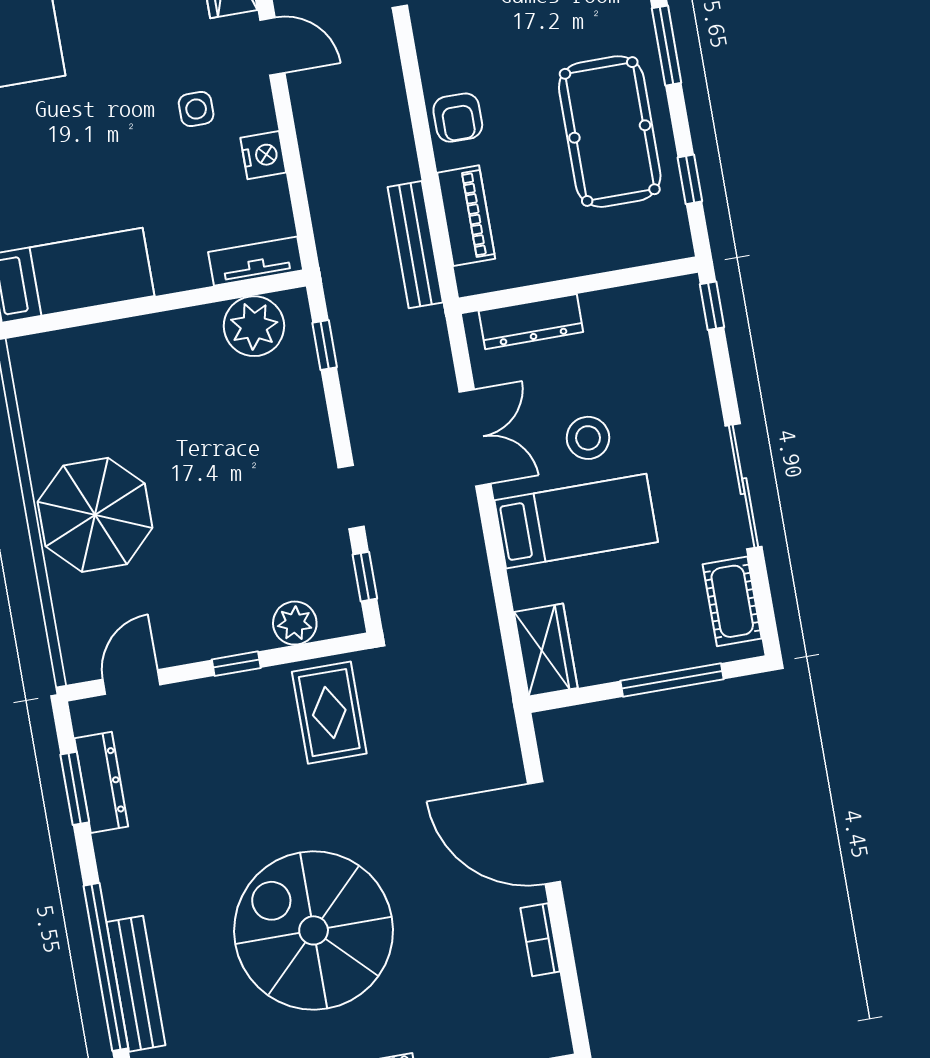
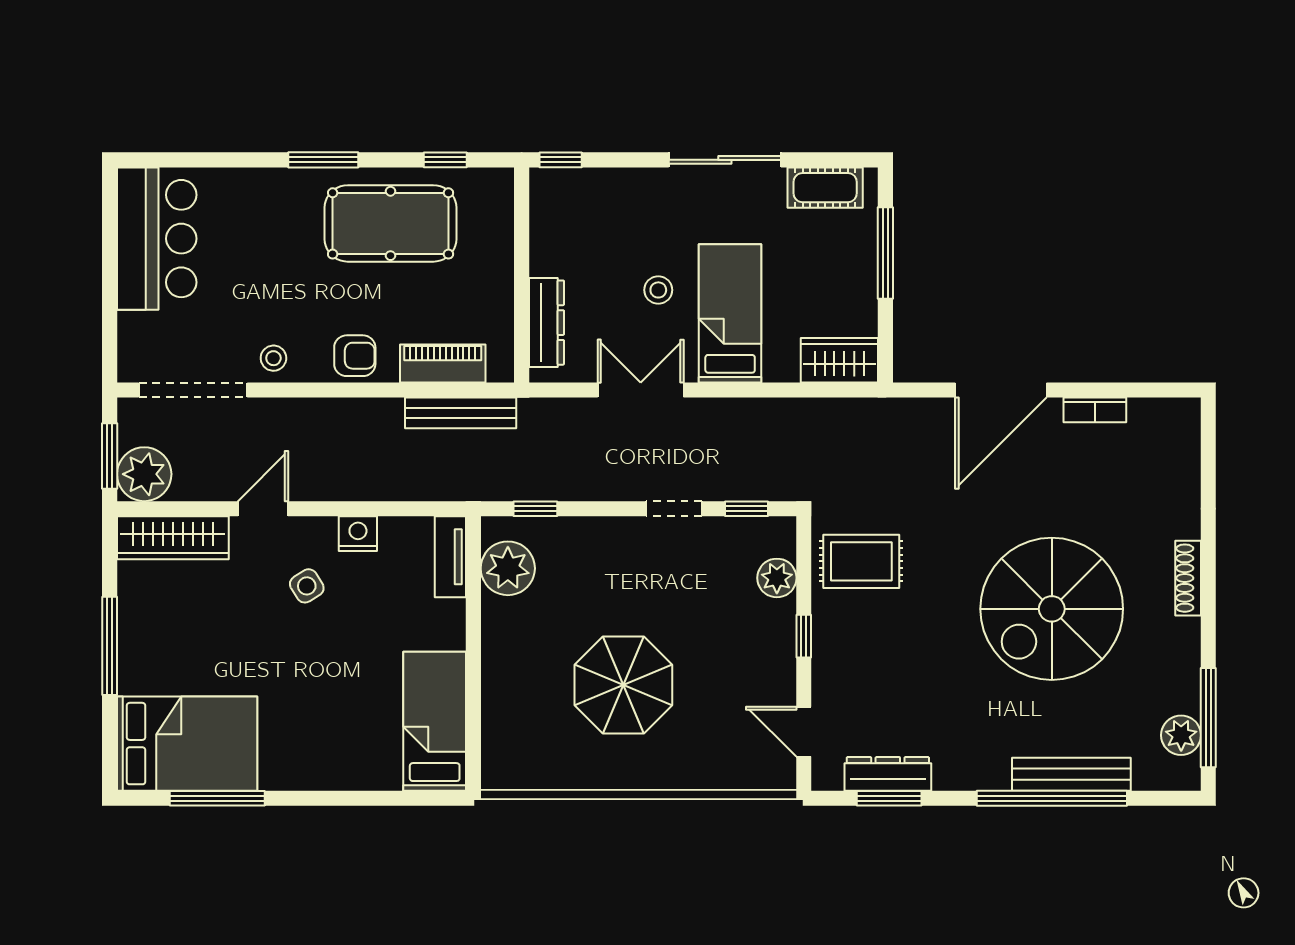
stool: (440, 29) -> (273, 358), added
side table: (196, 109) -> (307, 586), turned -32
stool: (588, 438) -> (658, 290), width x0.73, depth x0.73
parasol: (95, 515) -> (623, 685), moved

